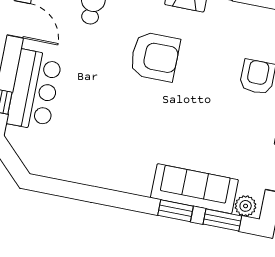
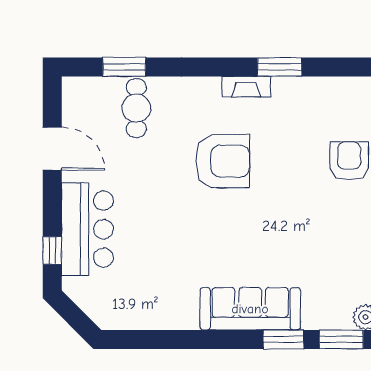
sofa: (194, 189) -> (250, 309), moved

